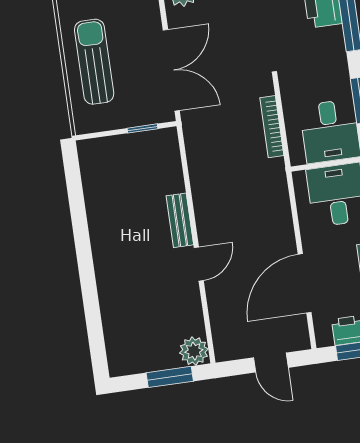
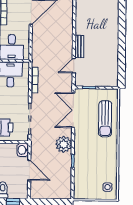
door: (199, 264) -> (74, 66), moved

